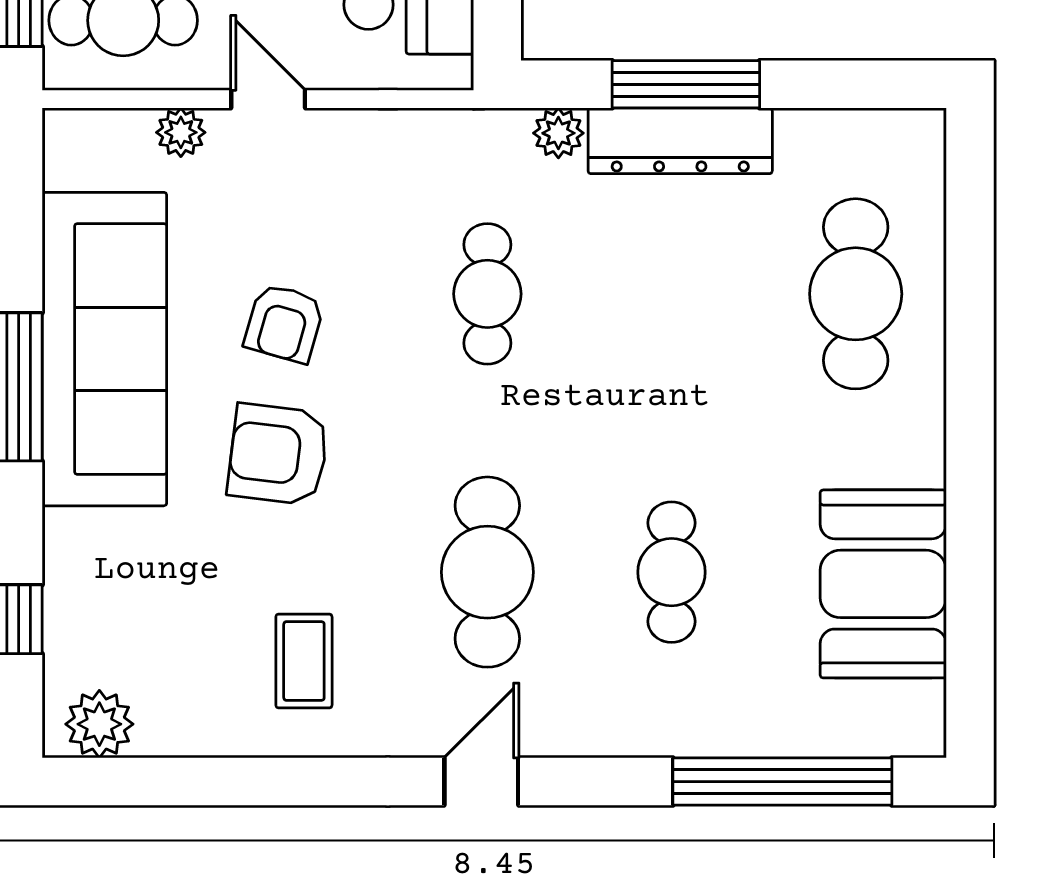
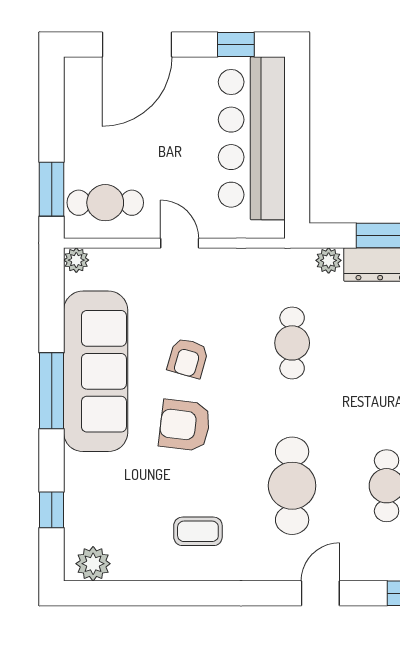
plant: (181, 132) -> (76, 260), moved
coffee table: (304, 661) -> (198, 531), turned 90
door: (481, 782) -> (320, 593), moved

